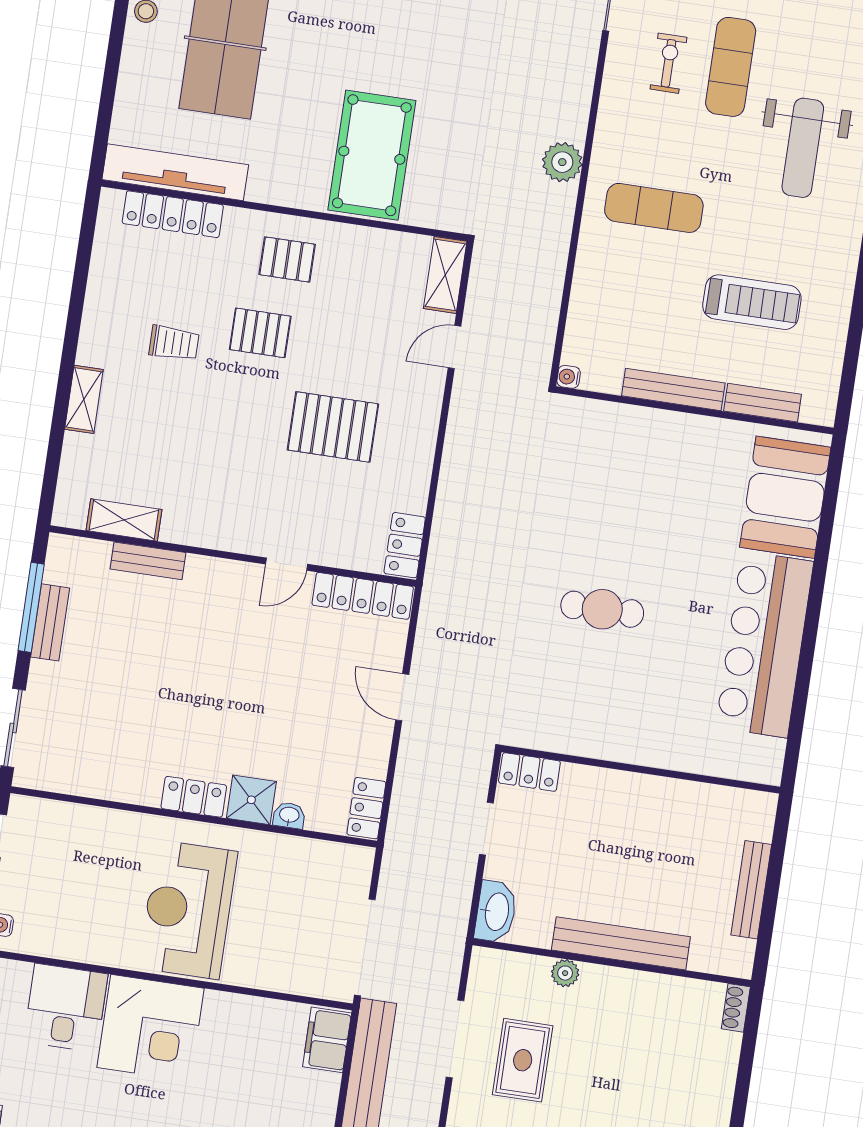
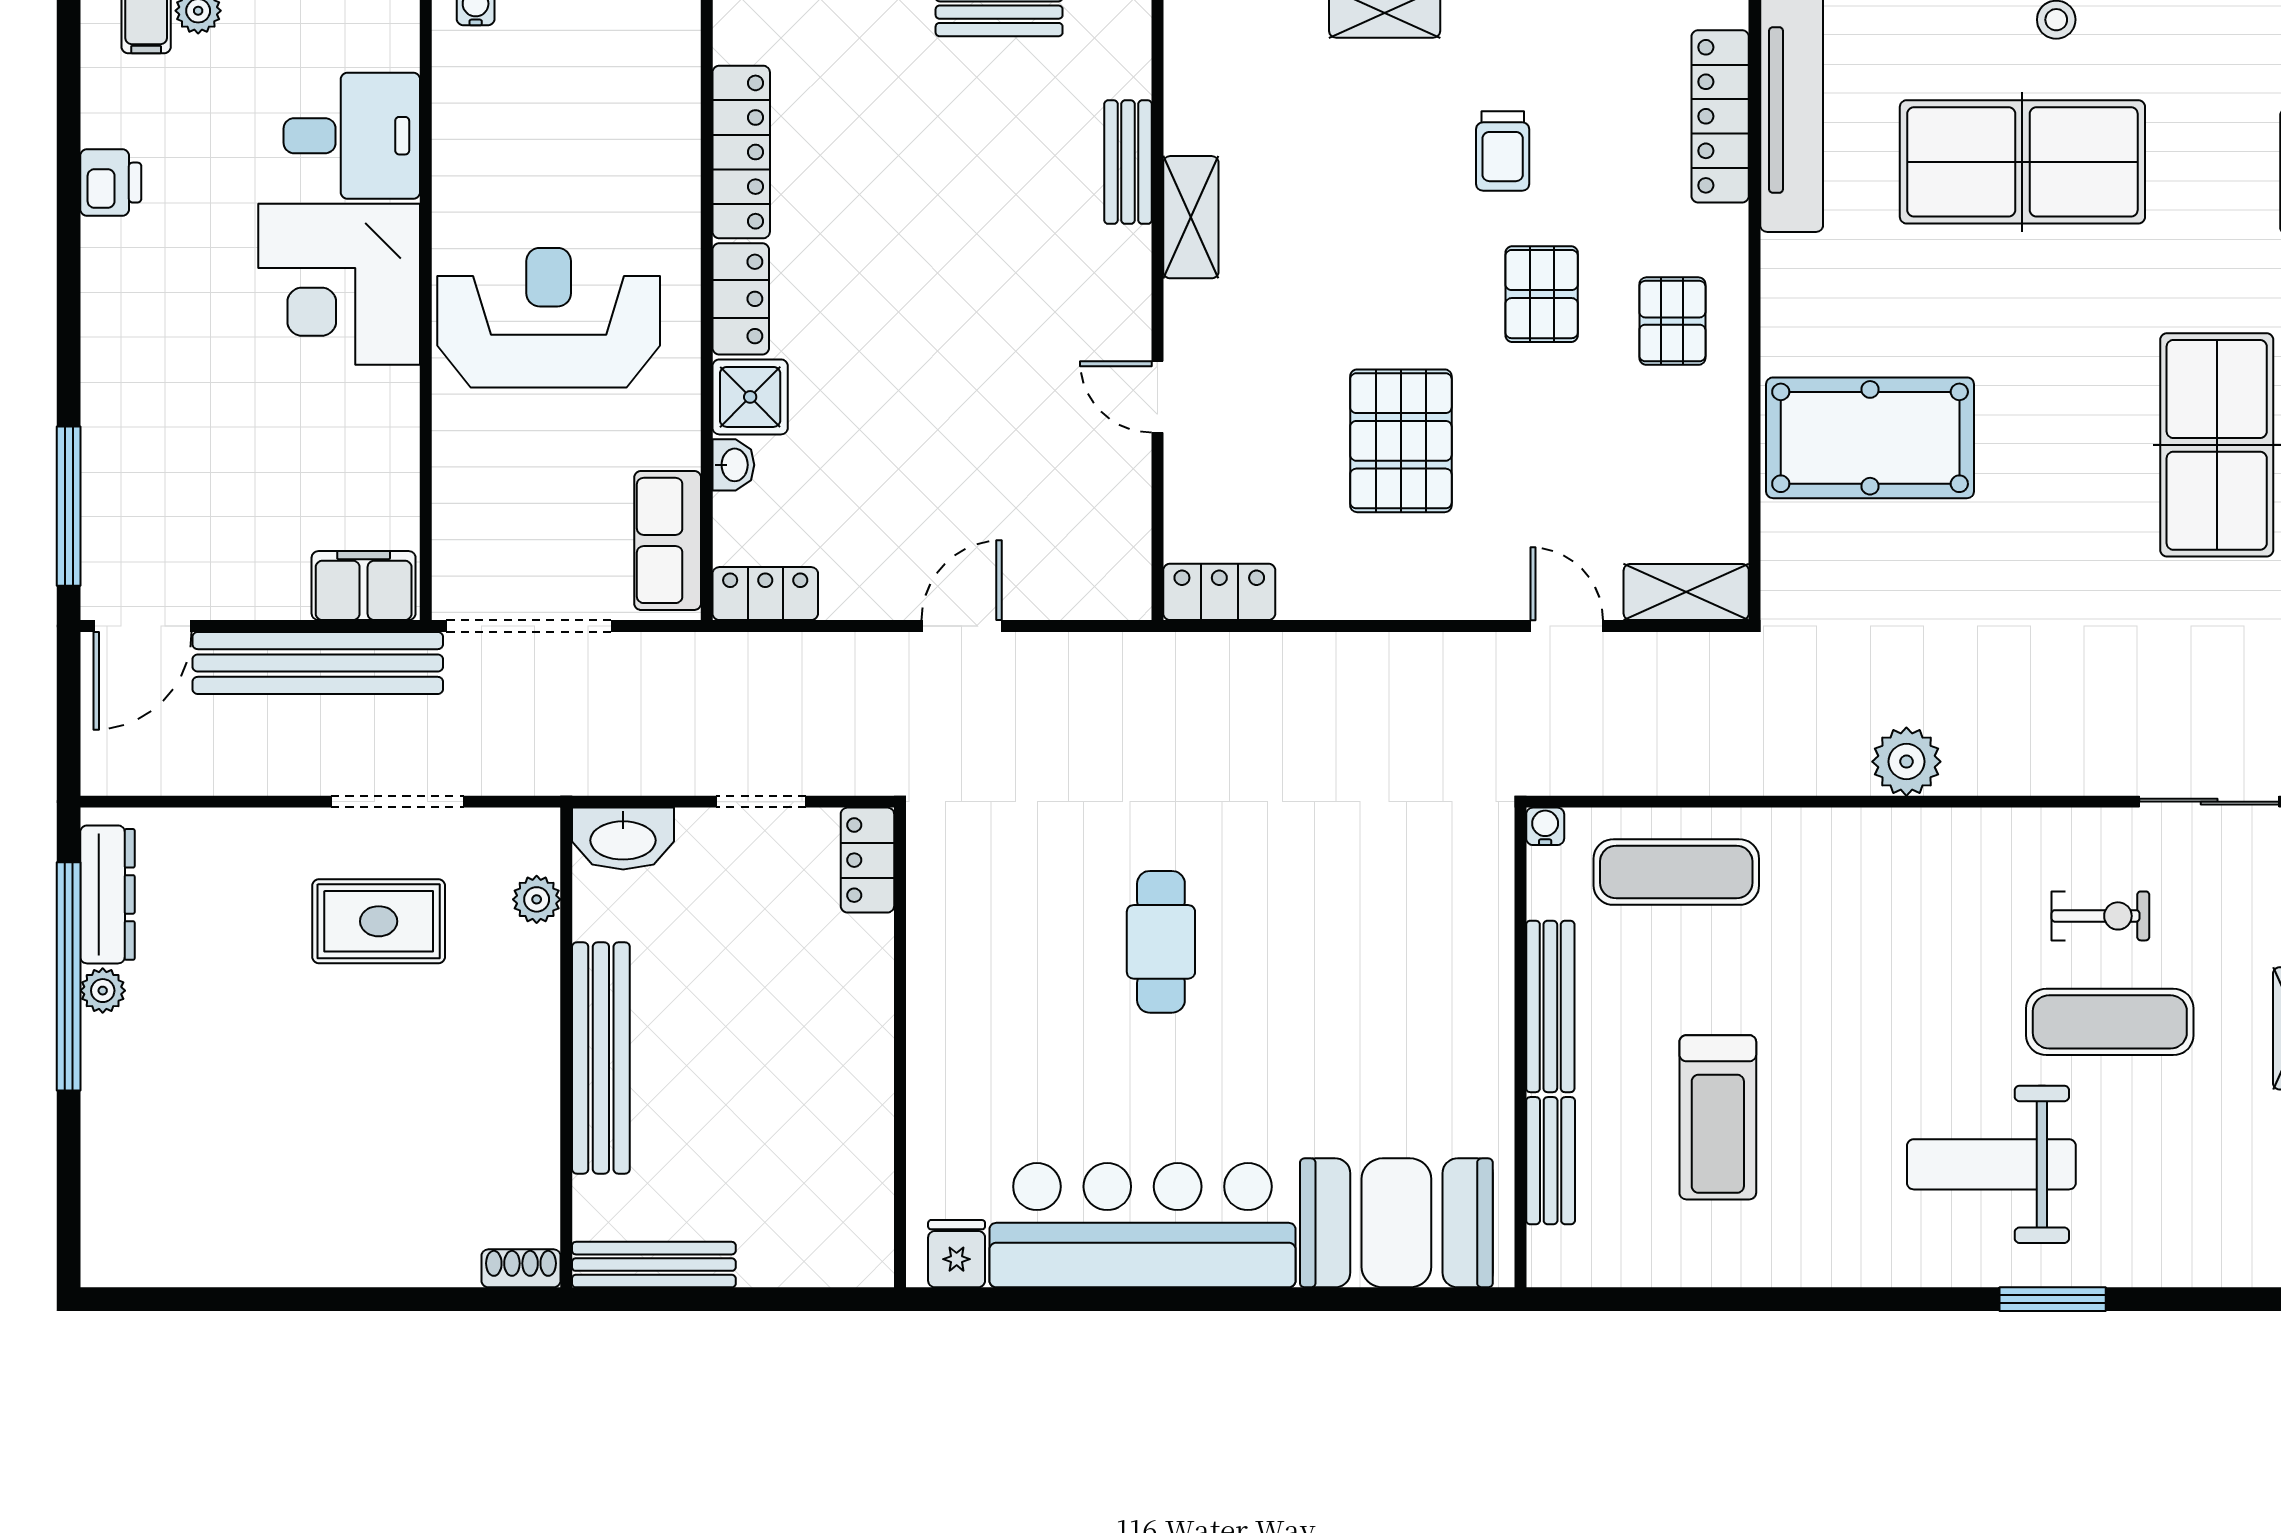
exercise mat: (654, 208) -> (1676, 872), moved, turned 90
shelving: (124, 520) -> (1191, 217), moved
locker: (363, 596) -> (741, 152), moved, turned 180
fridge: (765, 754) -> (957, 1254), added
row of seats: (327, 860) -> (668, 540), added
bench: (751, 890) -> (654, 1265), moved
plant: (565, 973) -> (537, 899), moved

